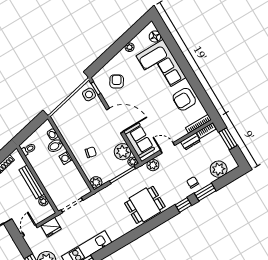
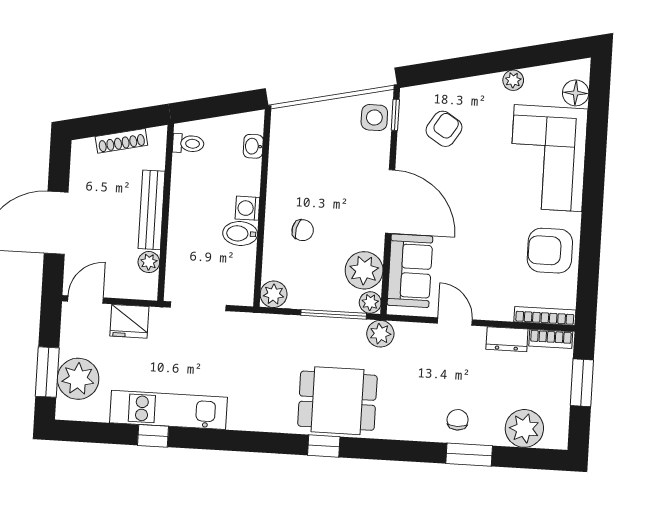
bidet: (55, 146) -> (240, 234), moved
plant: (153, 165) -> (380, 334), moved
window: (183, 205) -> (324, 446), moved

